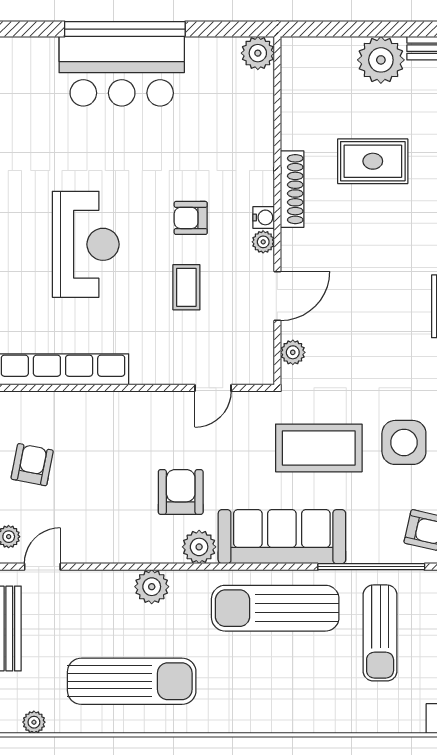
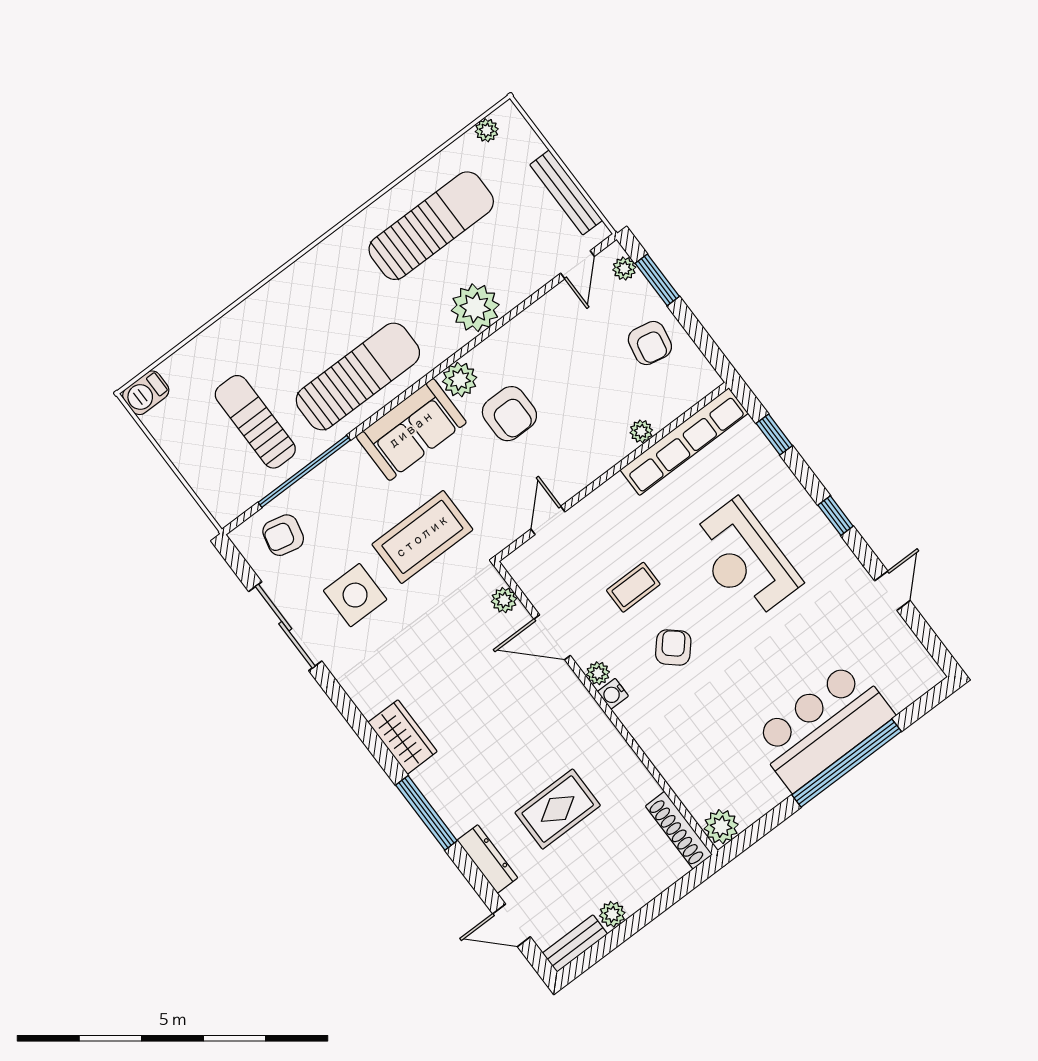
plant: (381, 60) -> (612, 914), width x0.53, depth x0.53
shoe rack: (292, 189) -> (679, 830), moved
armchair: (191, 218) -> (673, 648), turned -49
coffee table: (186, 287) -> (633, 587), turned 90
door: (277, 296) -> (552, 637), hinge flipped
plant: (90, 402) -> (641, 431), added
sofa: (282, 537) -> (411, 430), width x0.73
plant: (152, 587) -> (475, 308), width x1.36, depth x1.36
sun lounger: (132, 681) -> (431, 226), turned 180

